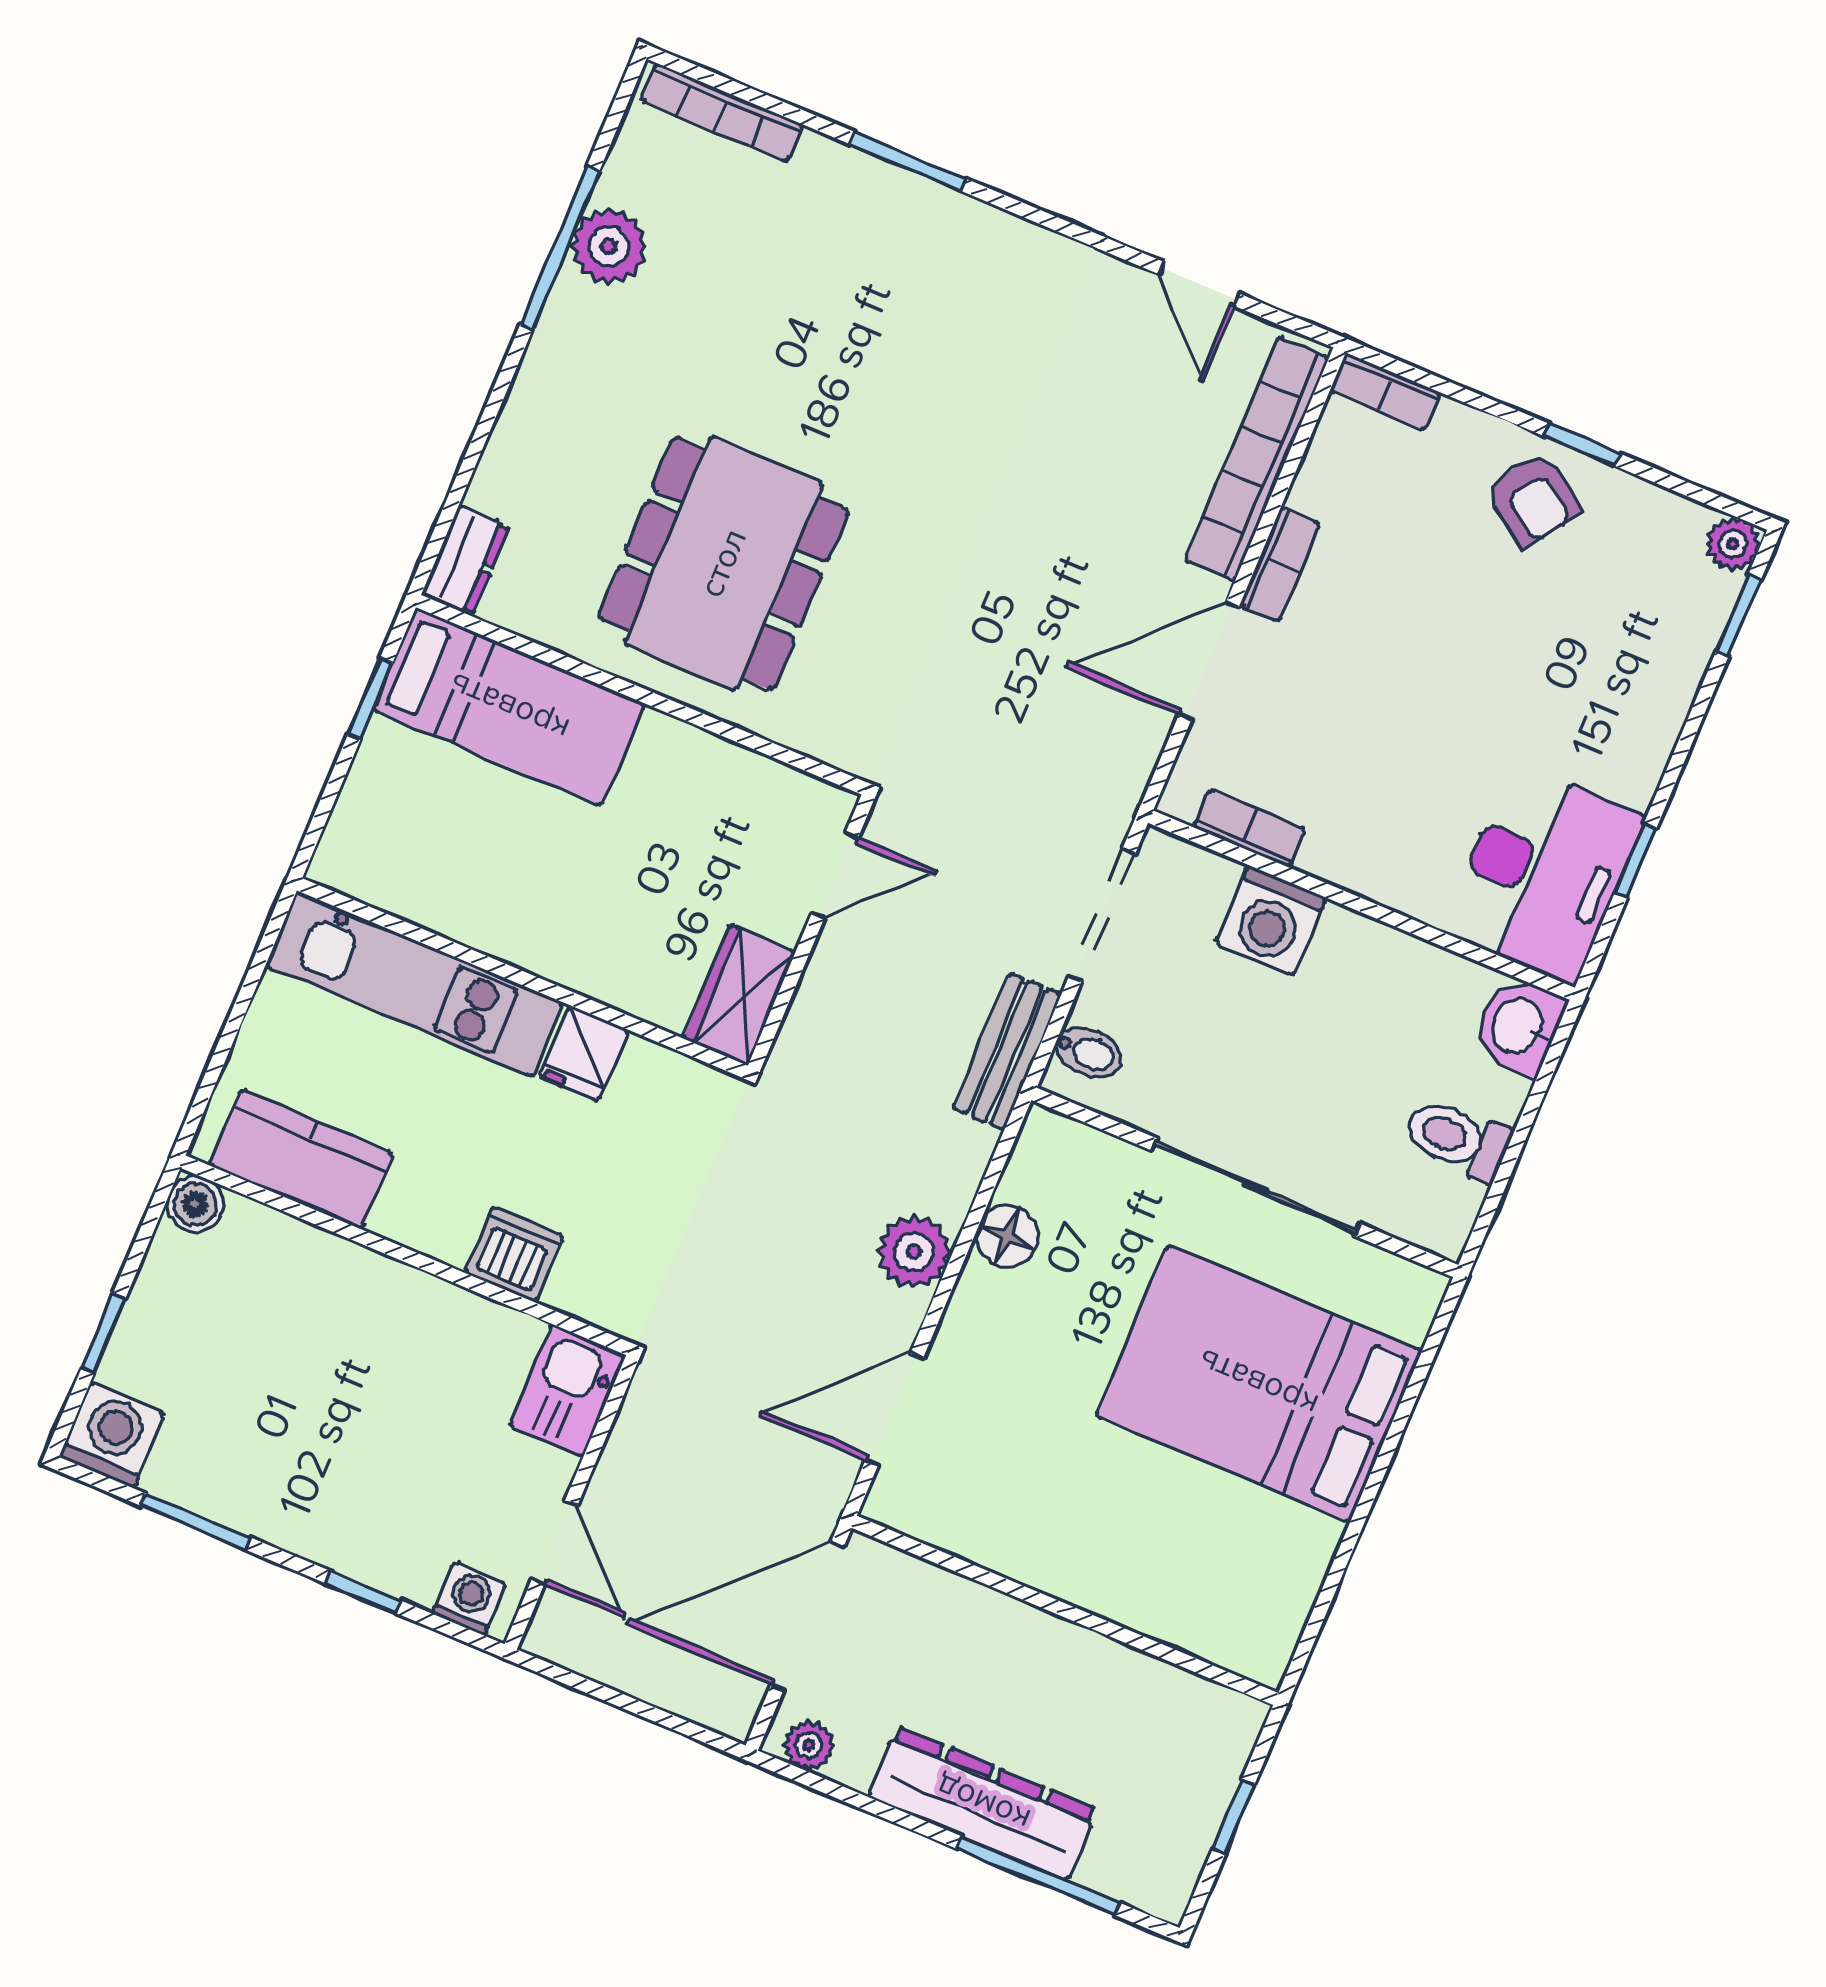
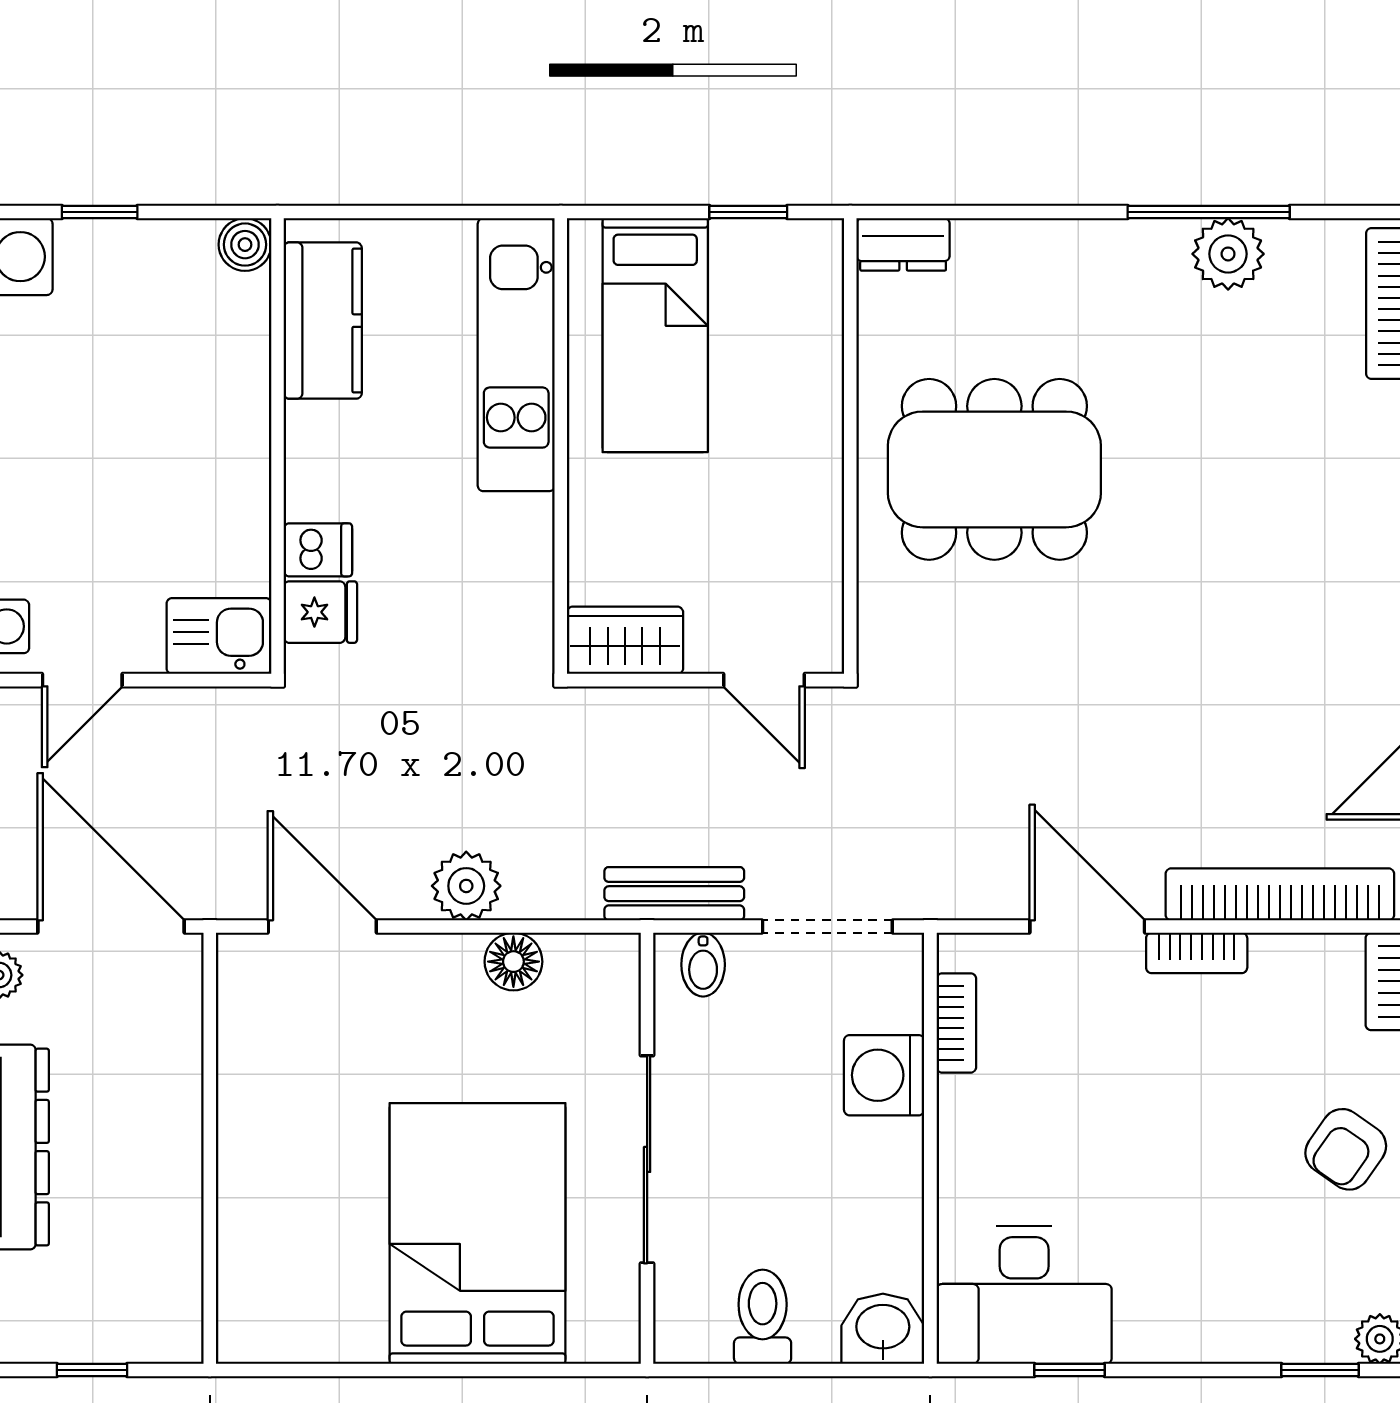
bed: (509, 707) -> (655, 335), moved
fridge: (584, 1053) -> (320, 612), moved, turned 180
dishwasher: (514, 1254) -> (318, 550), width x0.73

